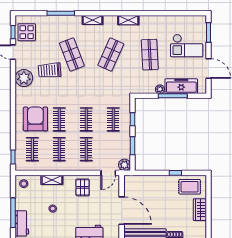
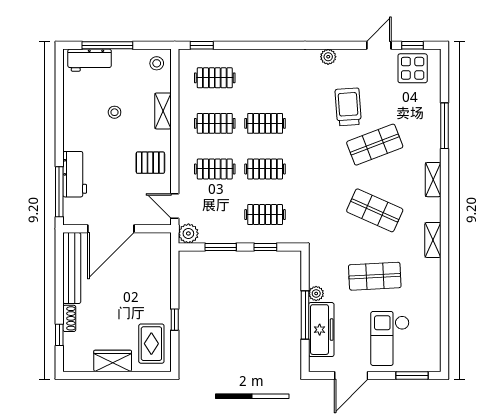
plant: (24, 78) -> (328, 57), width x0.53, depth x0.53
armchair: (35, 119) -> (266, 83), removed

